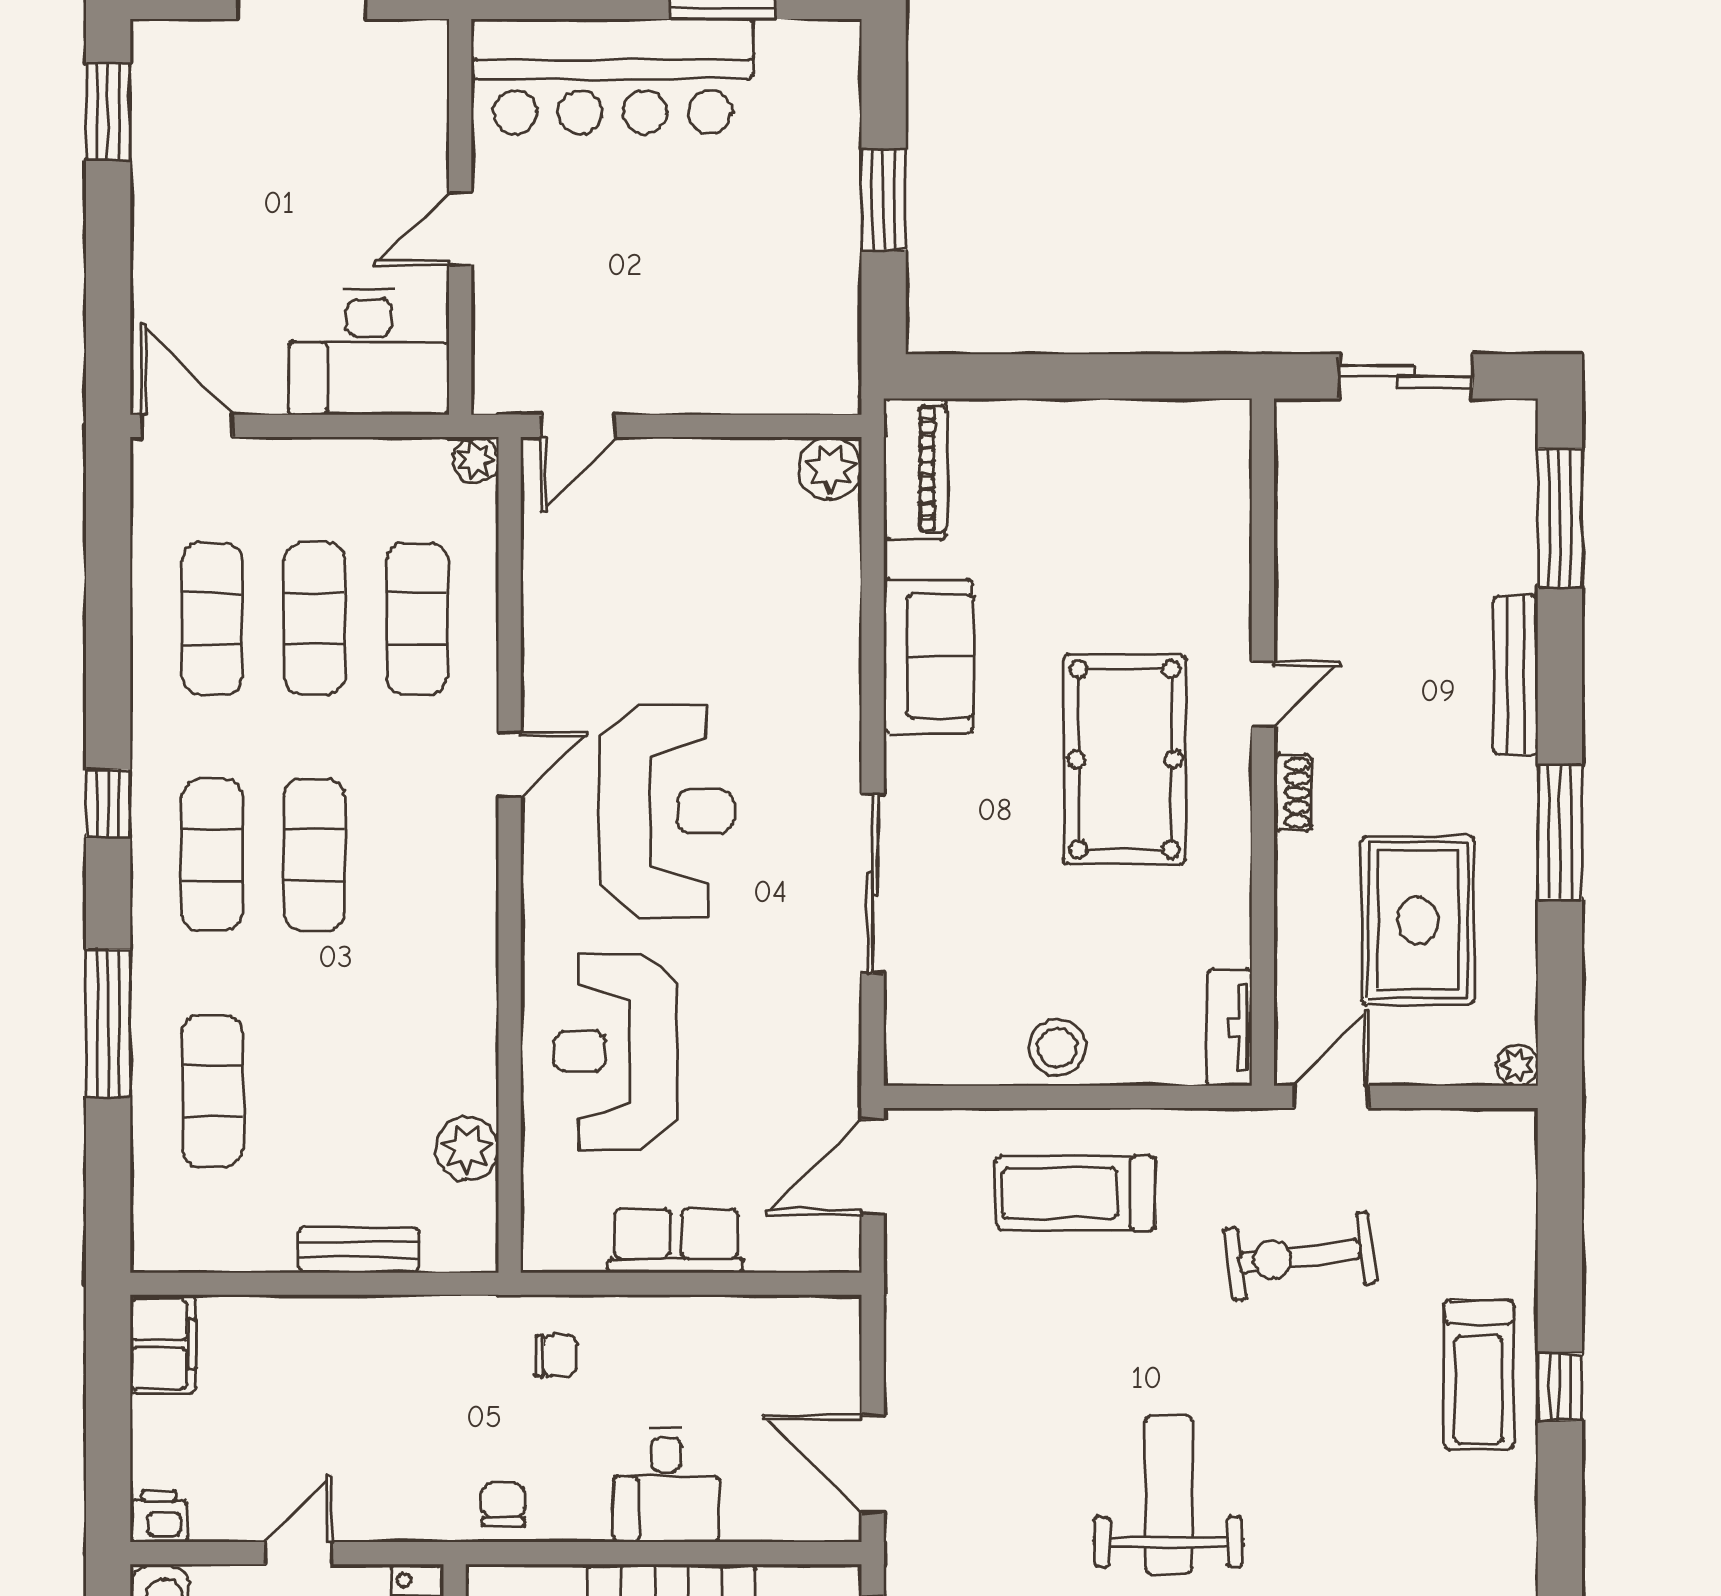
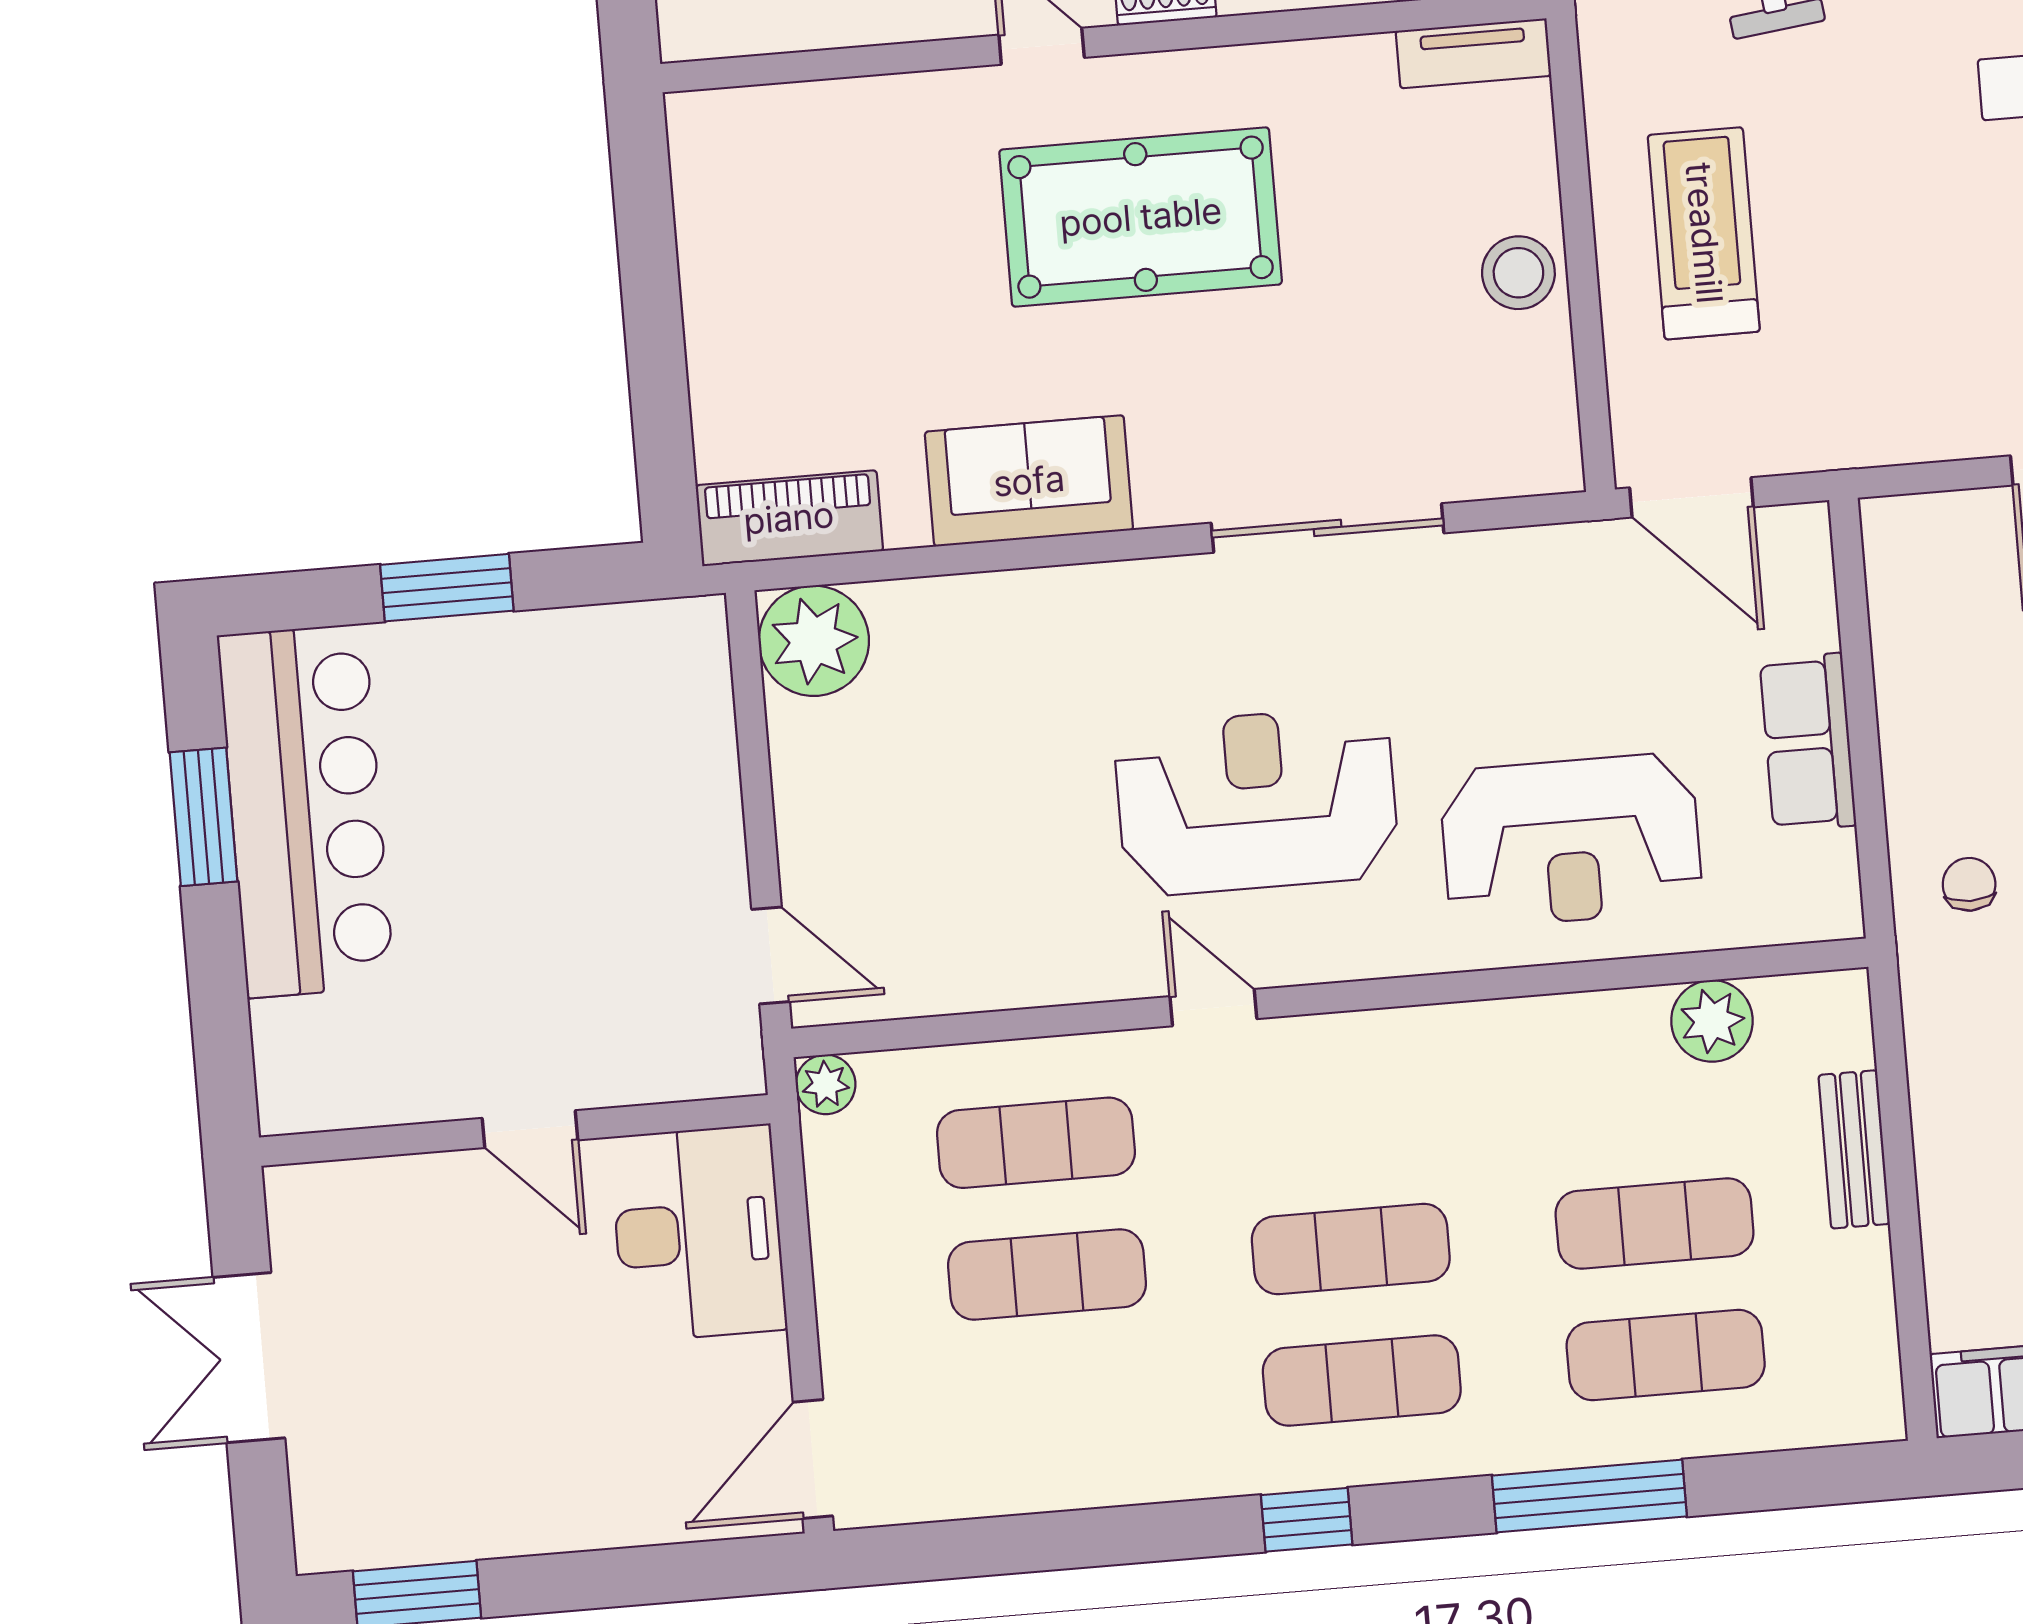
bar counter: (612, 77) -> (306, 811), moved
plant: (830, 468) -> (814, 641), width x1.36, depth x1.36
exercise mat: (212, 619) -> (1655, 1223), moved
treadmill: (1076, 1193) -> (1704, 233), turned 180

